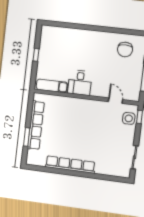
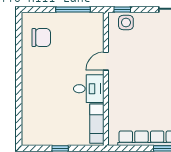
door: (116, 101) -> (106, 61), moved

